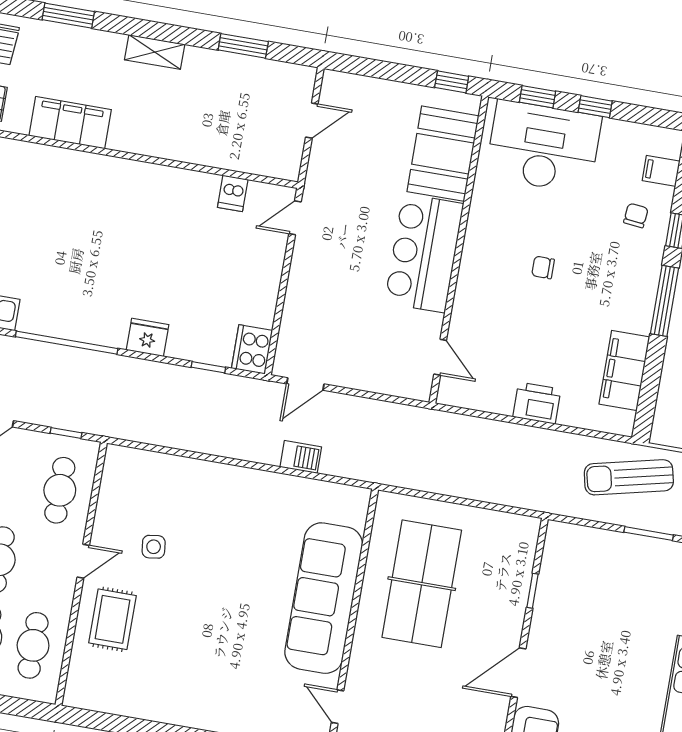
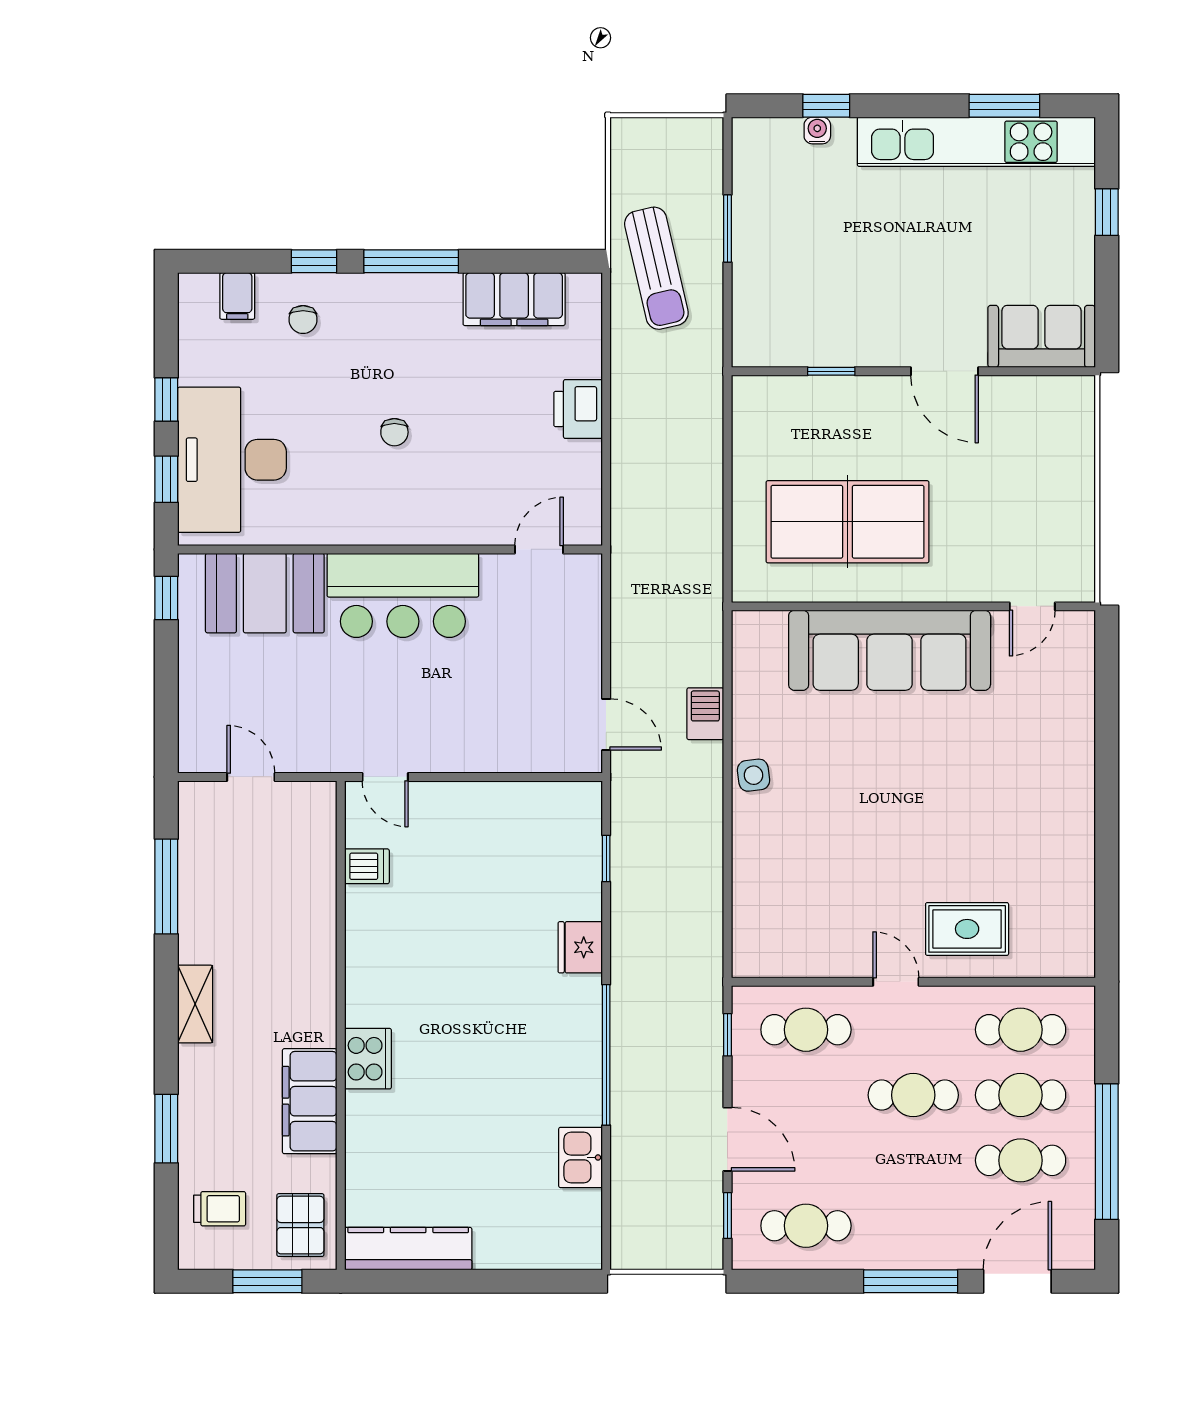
window: (243, 46) -> (166, 886), width x1.44
chair: (636, 215) -> (303, 320), turned -96
cooker: (252, 349) -> (368, 1059), moved, turned -90
side table: (154, 547) -> (753, 775), moved

